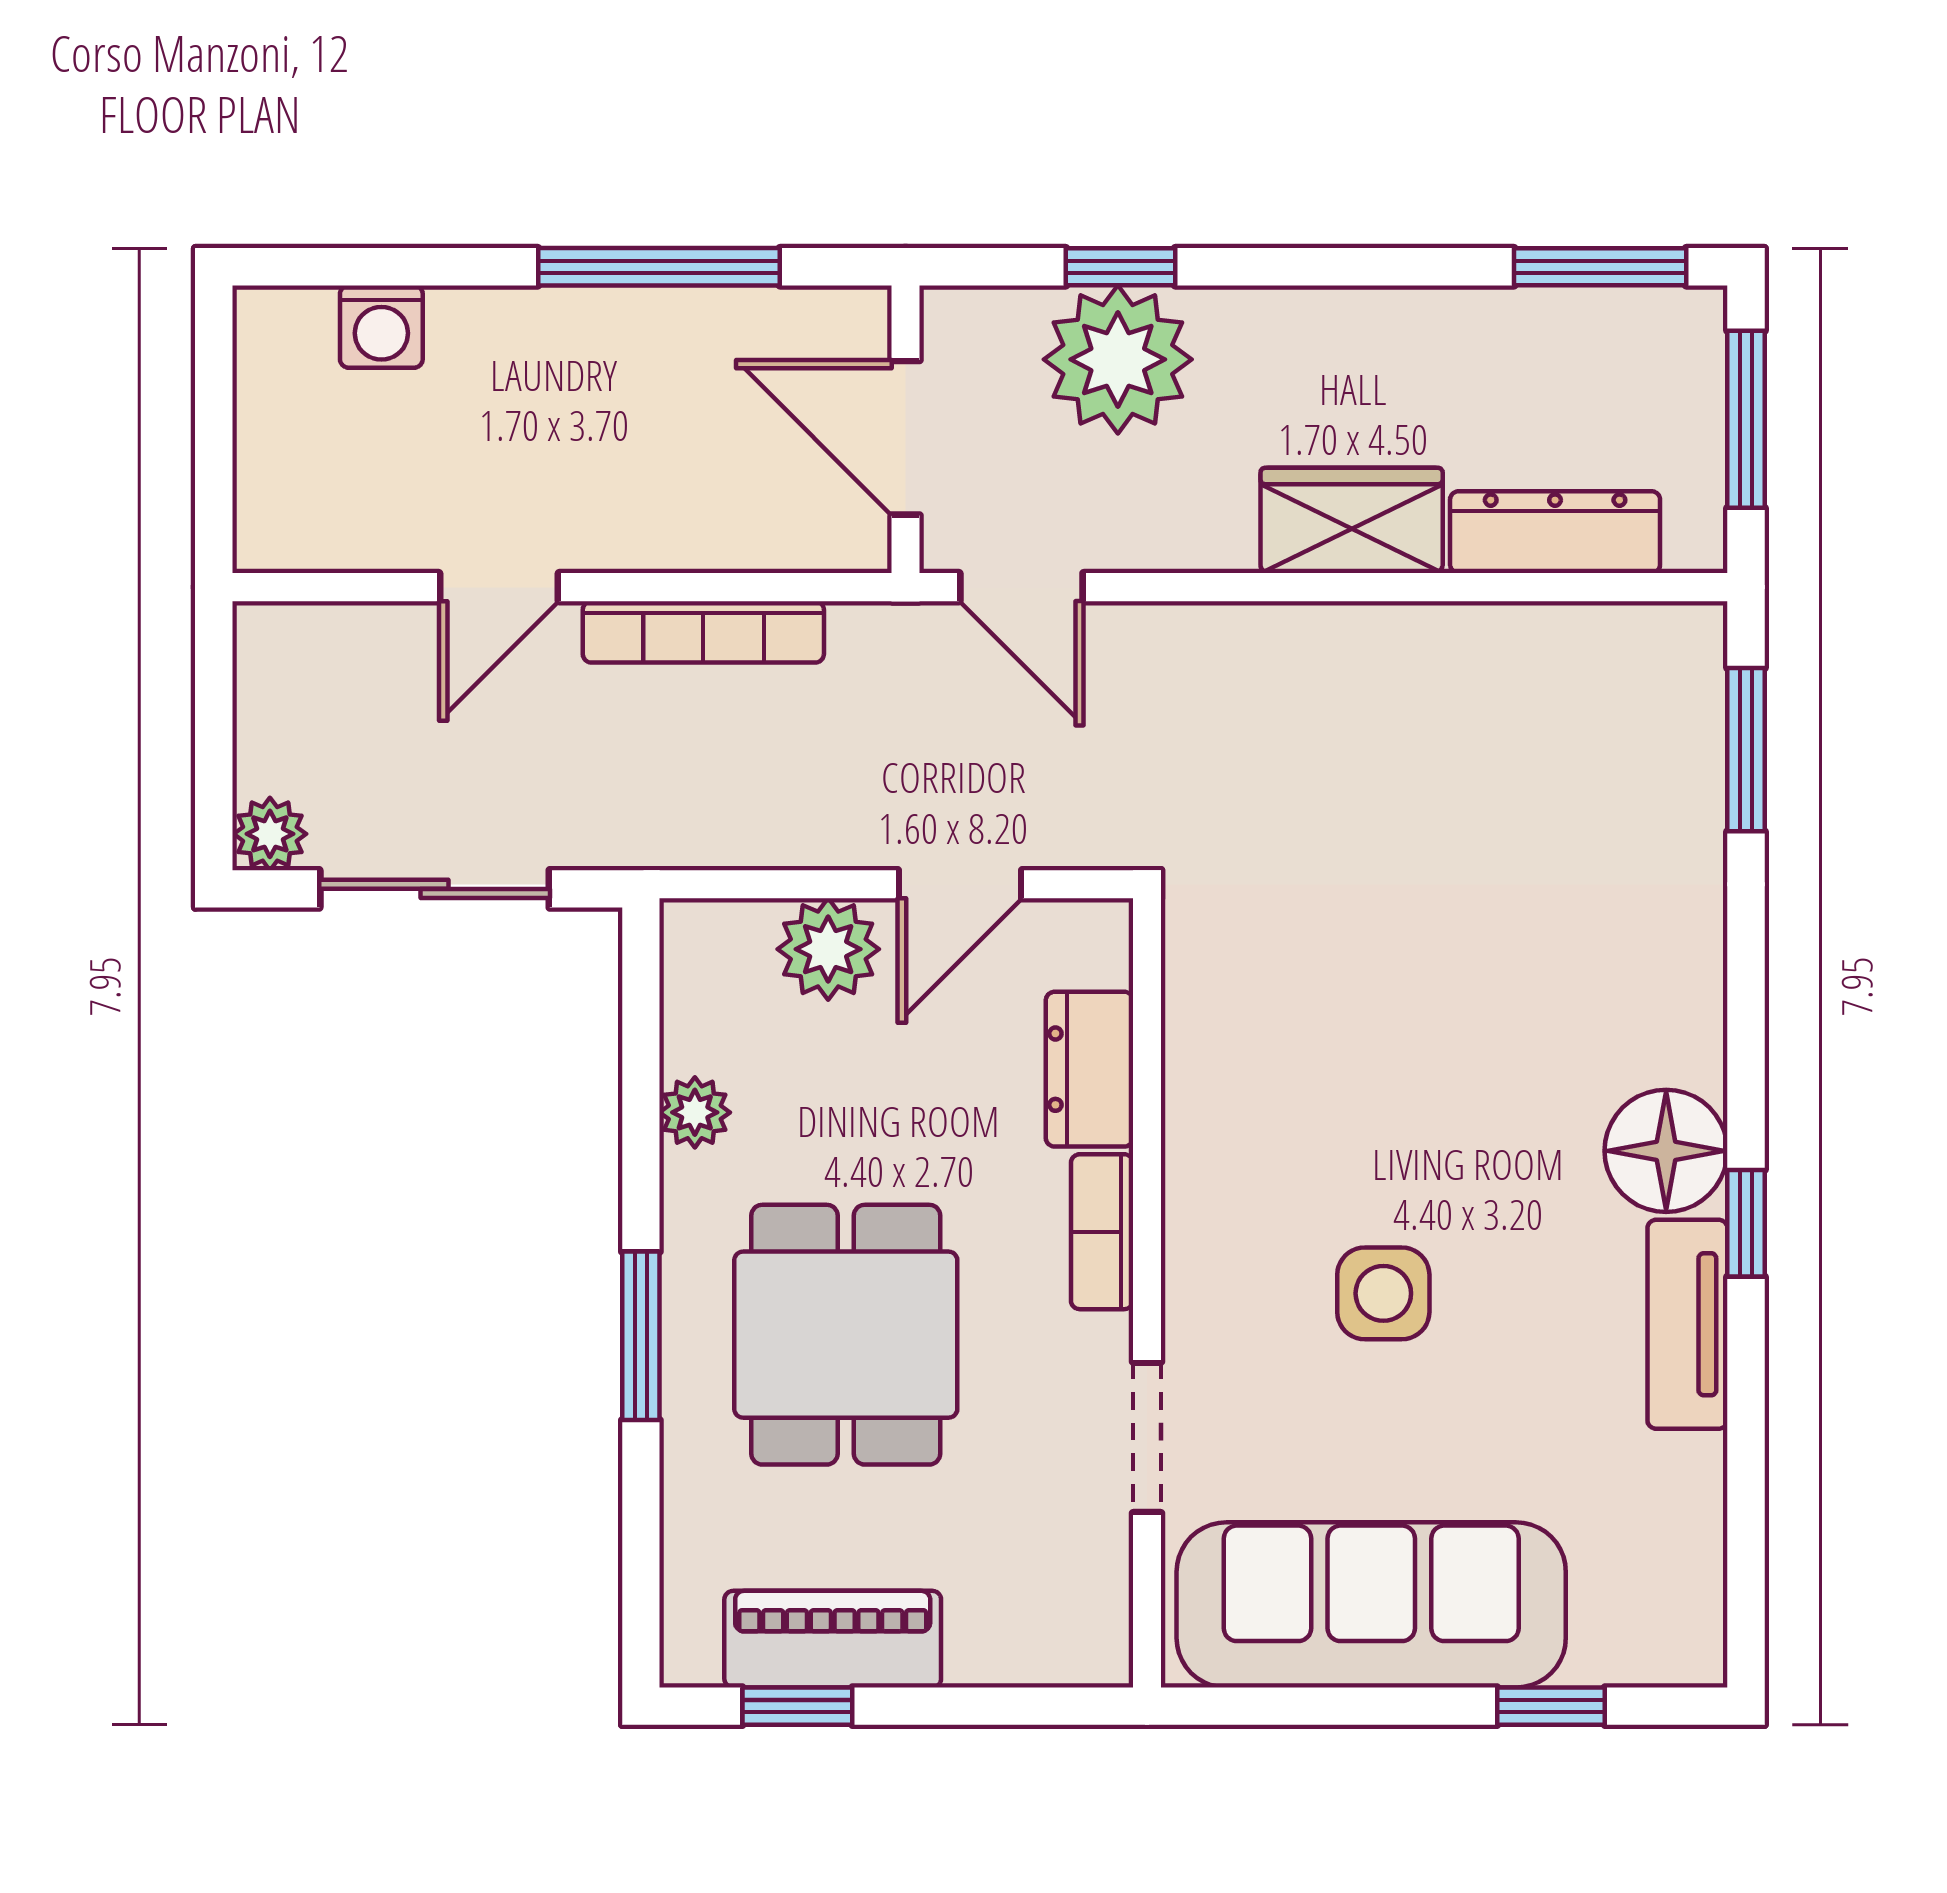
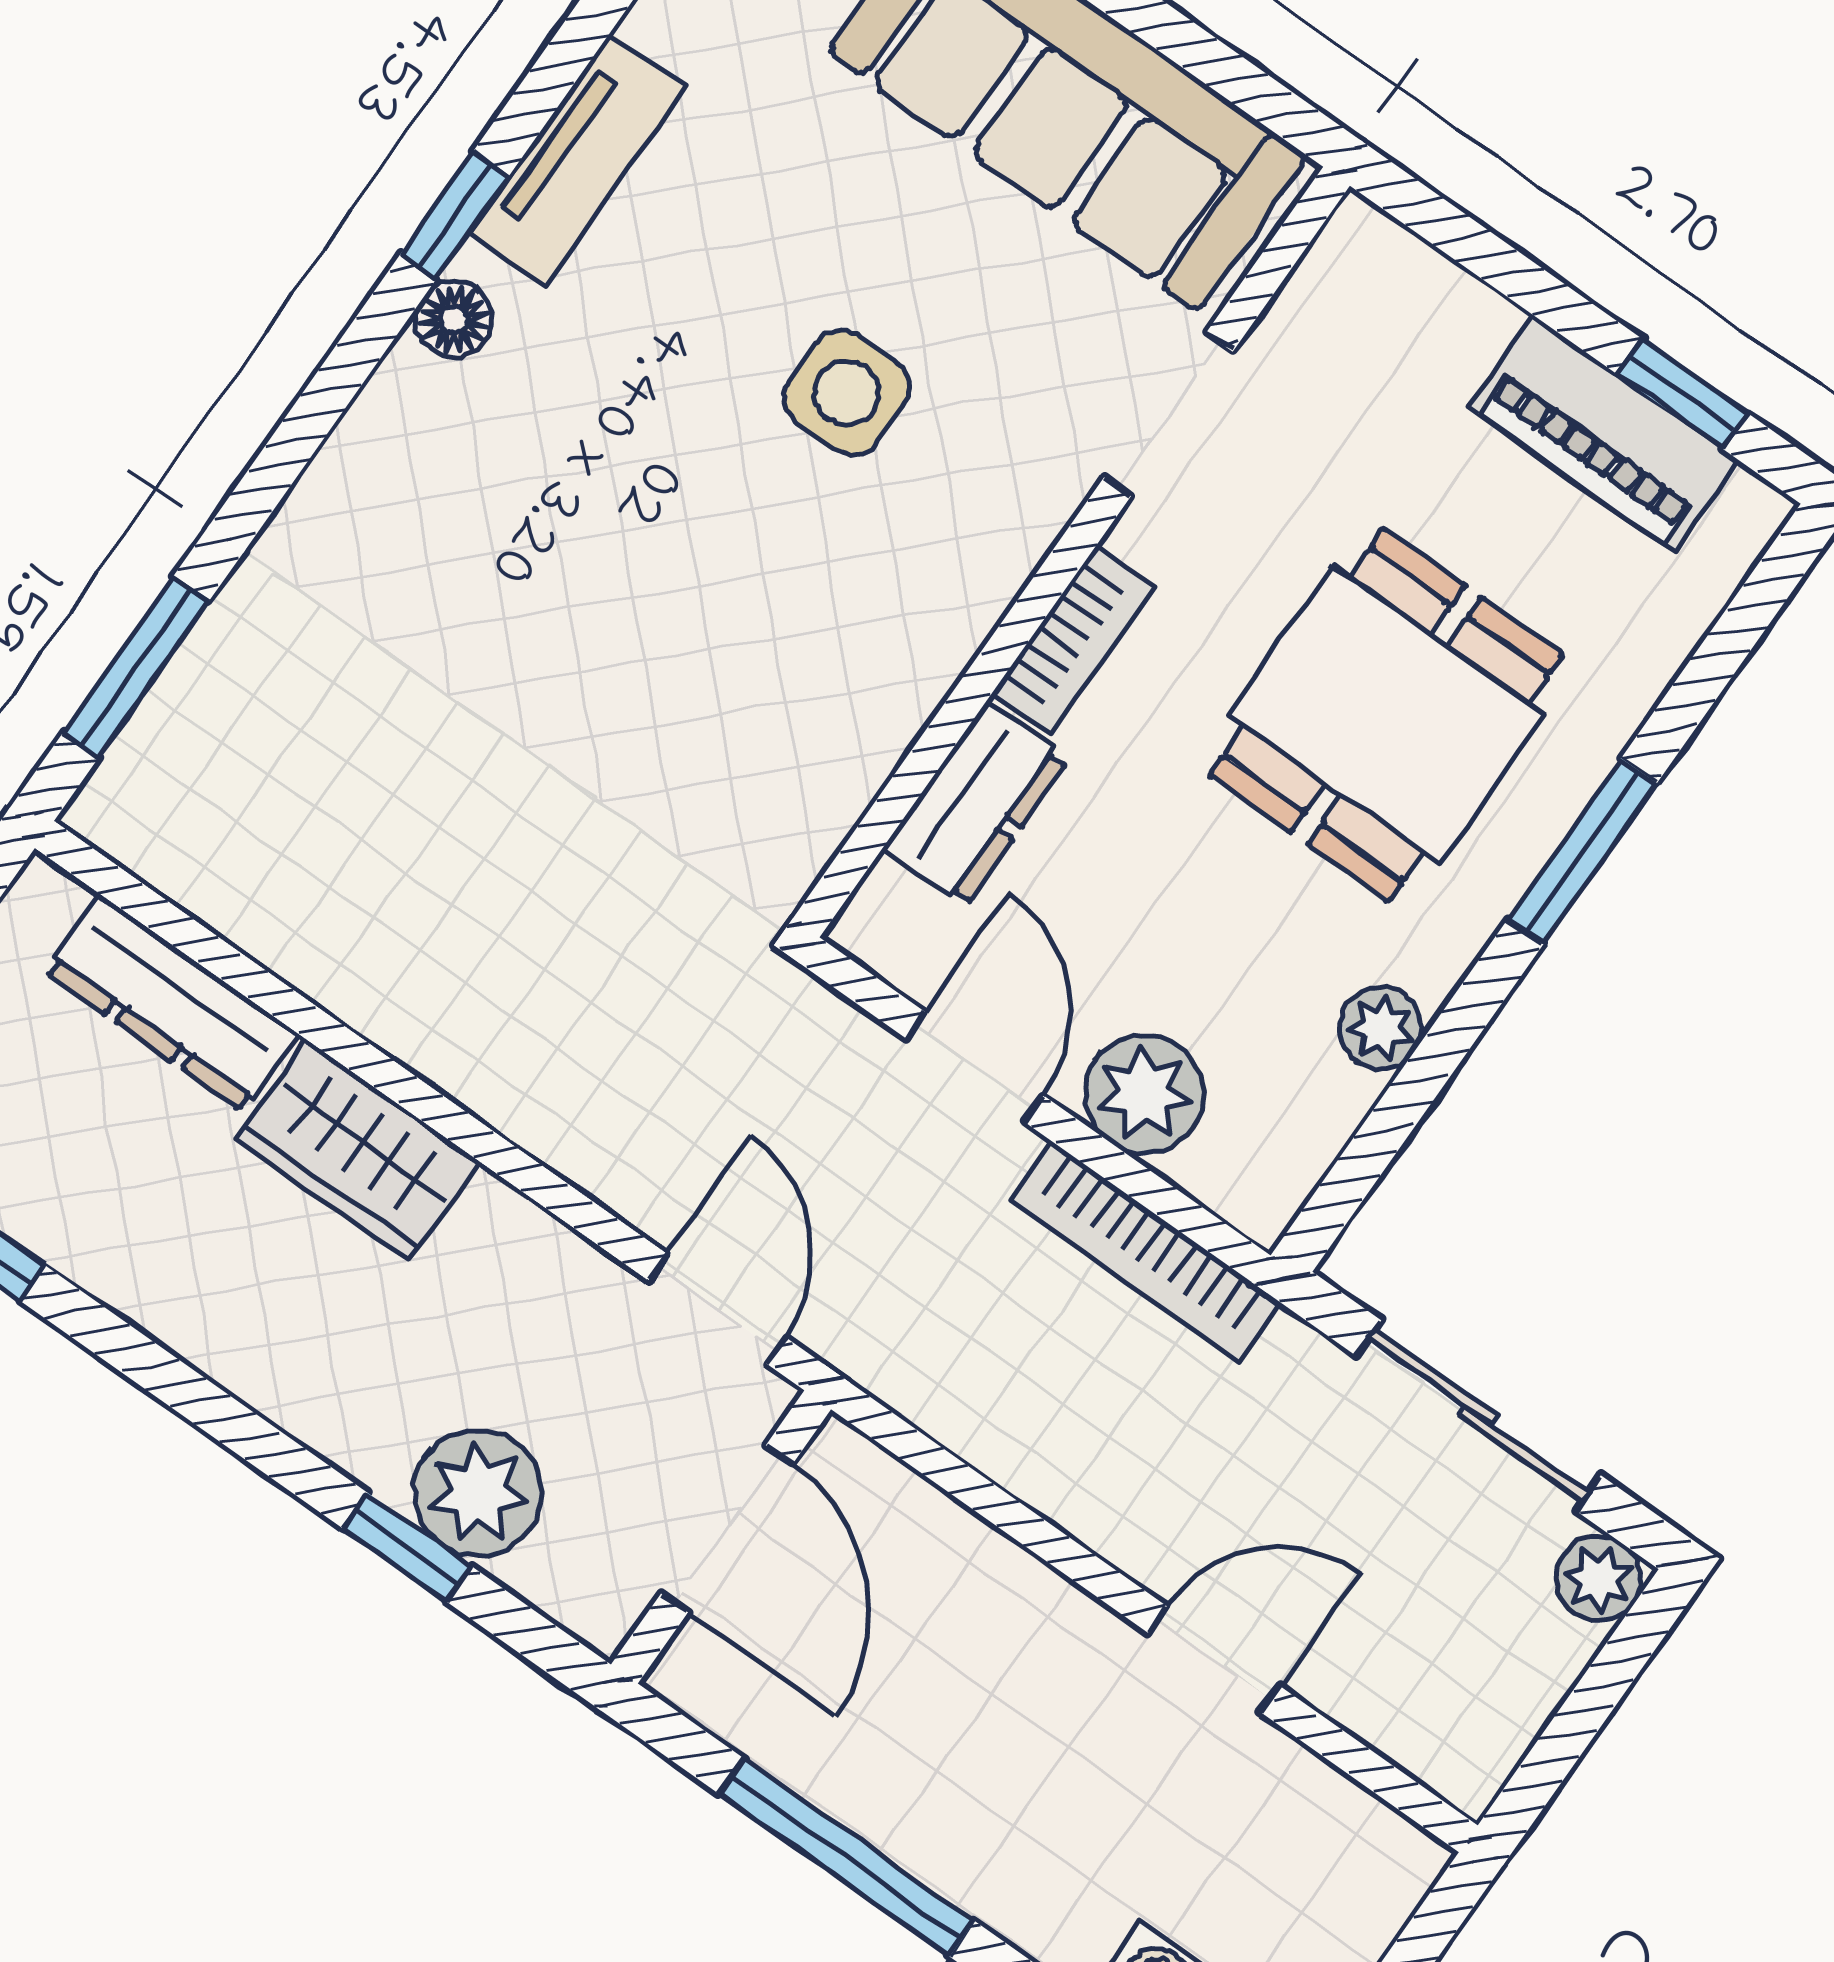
plant: (1118, 359) -> (478, 1493), width x0.73, depth x0.73
bookcase: (703, 632) -> (1145, 1251), moved, turned 180
door: (960, 884) -> (975, 1067), hinge flipped
floor lamp: (1666, 1151) -> (454, 319), width x0.53, depth x0.53

